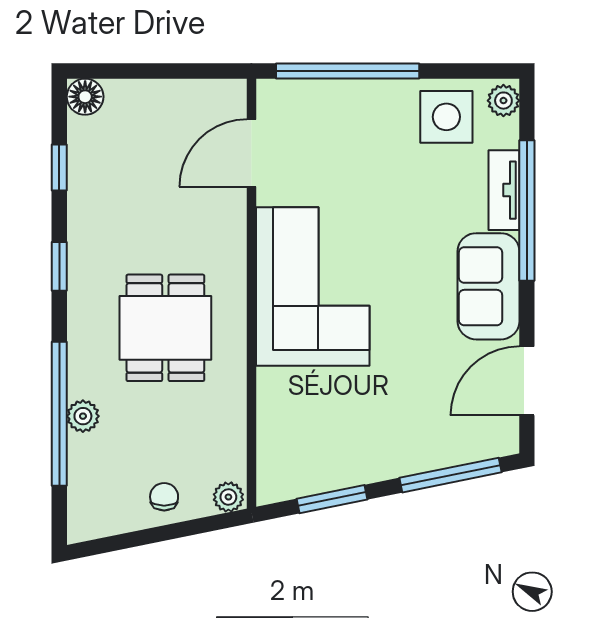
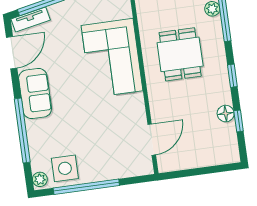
window: (348, 71) -> (86, 187), moved
floor lamp: (85, 97) -> (226, 114), moved
tv unit: (504, 190) -> (31, 20), moved, turned 79
corner sofa: (313, 287) -> (112, 58), moved

